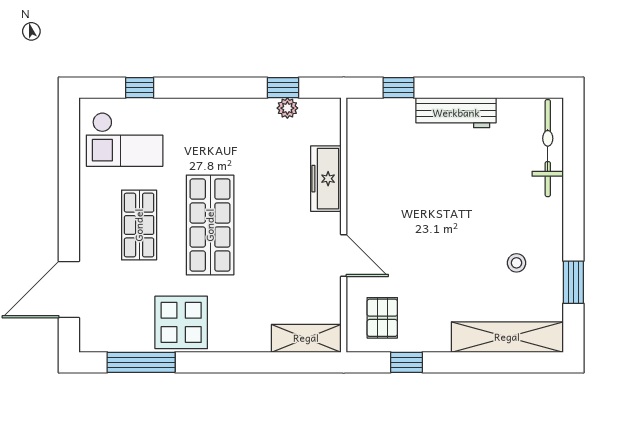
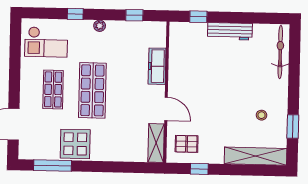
window: (140, 88) -> (75, 14), moved
plant: (287, 108) -> (100, 26), moved
pallet: (382, 318) -> (187, 144), turned 90
shelving: (306, 338) -> (156, 143), moved, turned 90

